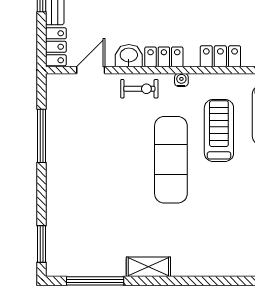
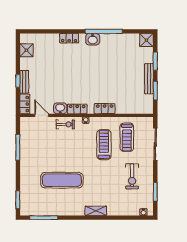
door: (91, 70) -> (42, 115), hinge flipped
exercise mat: (171, 160) -> (62, 180), moved, turned 90
shelving: (148, 267) -> (96, 211), moved

